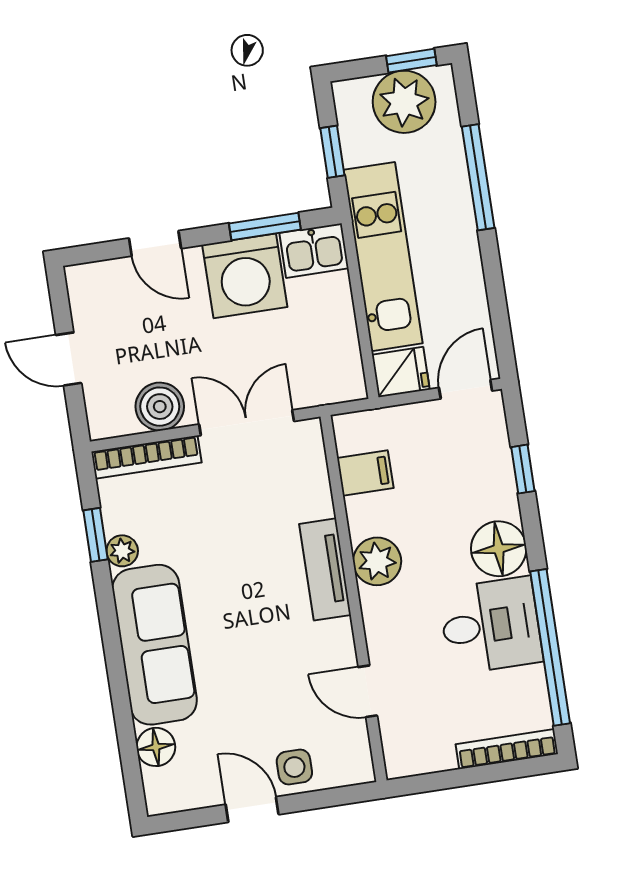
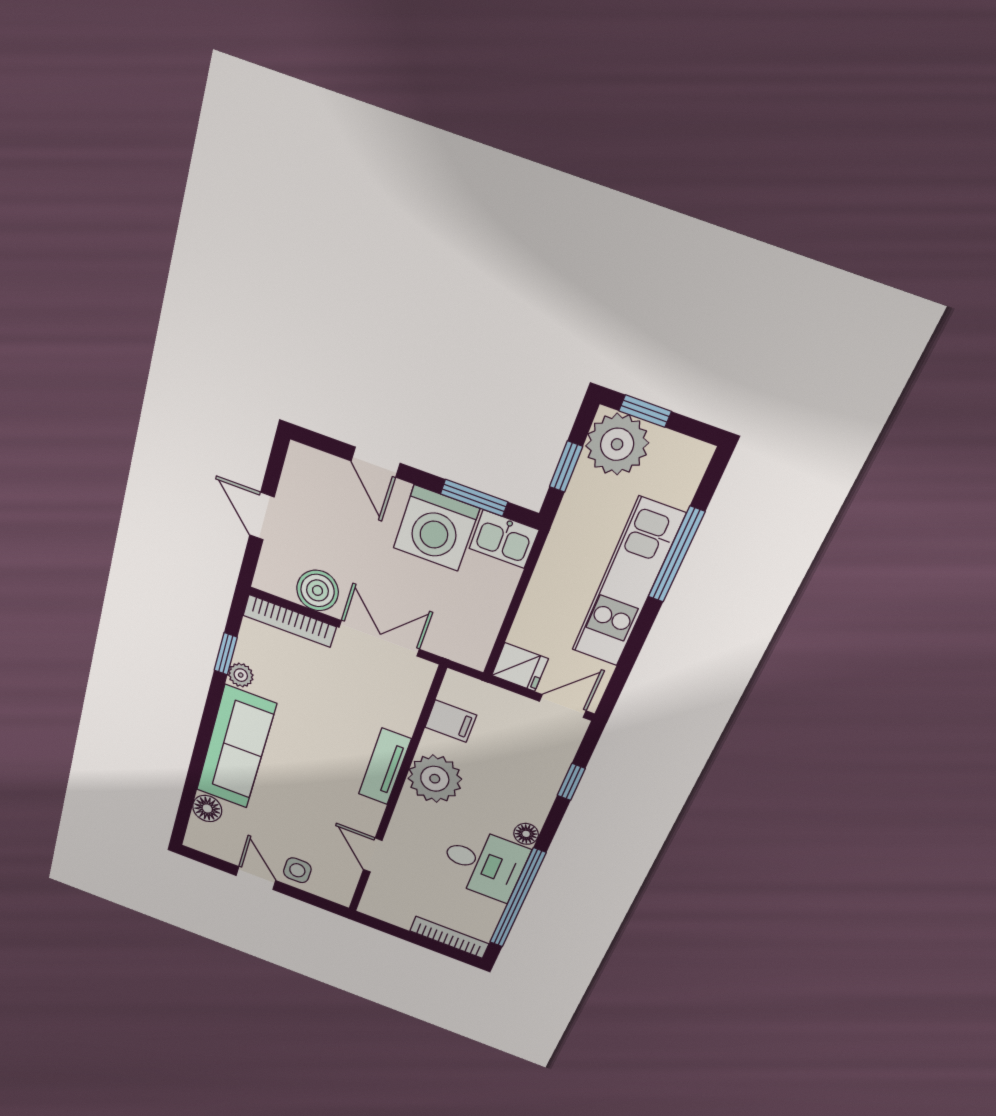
window: (411, 61) -> (645, 411), moved
plant: (404, 102) -> (617, 444), moved
kitchen unit: (383, 257) -> (627, 583), moved, turned 180
floor lamp: (499, 549) -> (526, 834), width x0.53, depth x0.53
plant: (377, 561) -> (435, 779), width x1.36, depth x1.36

